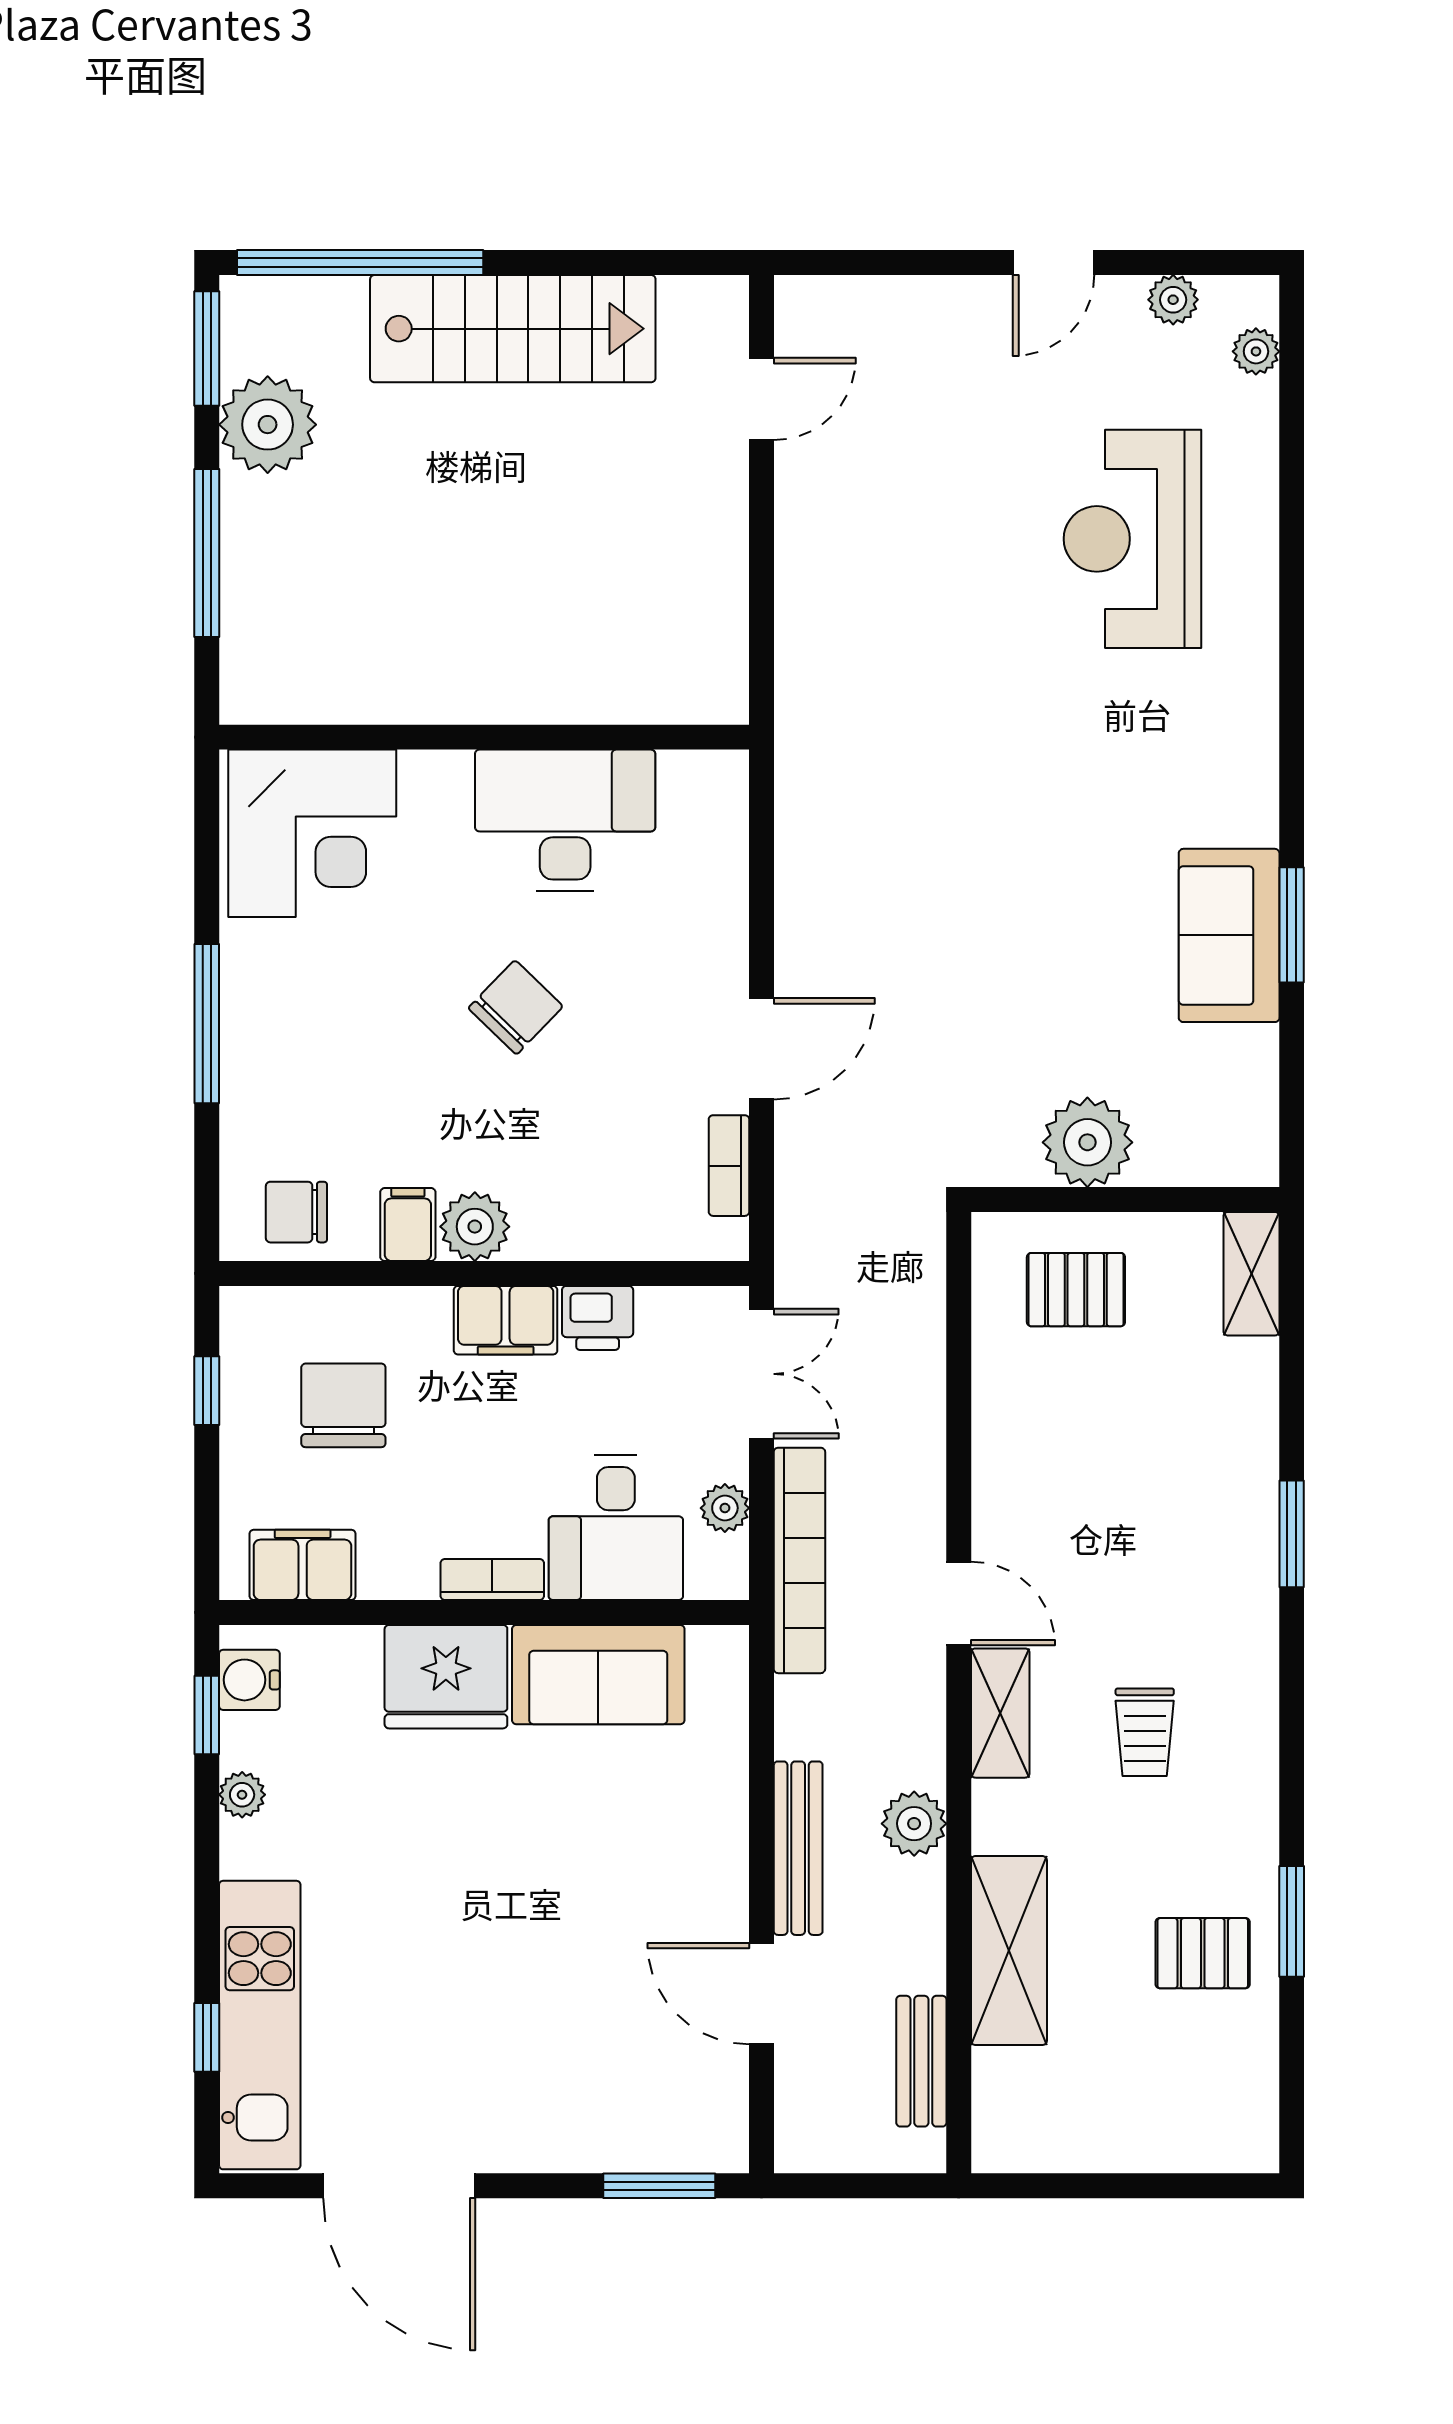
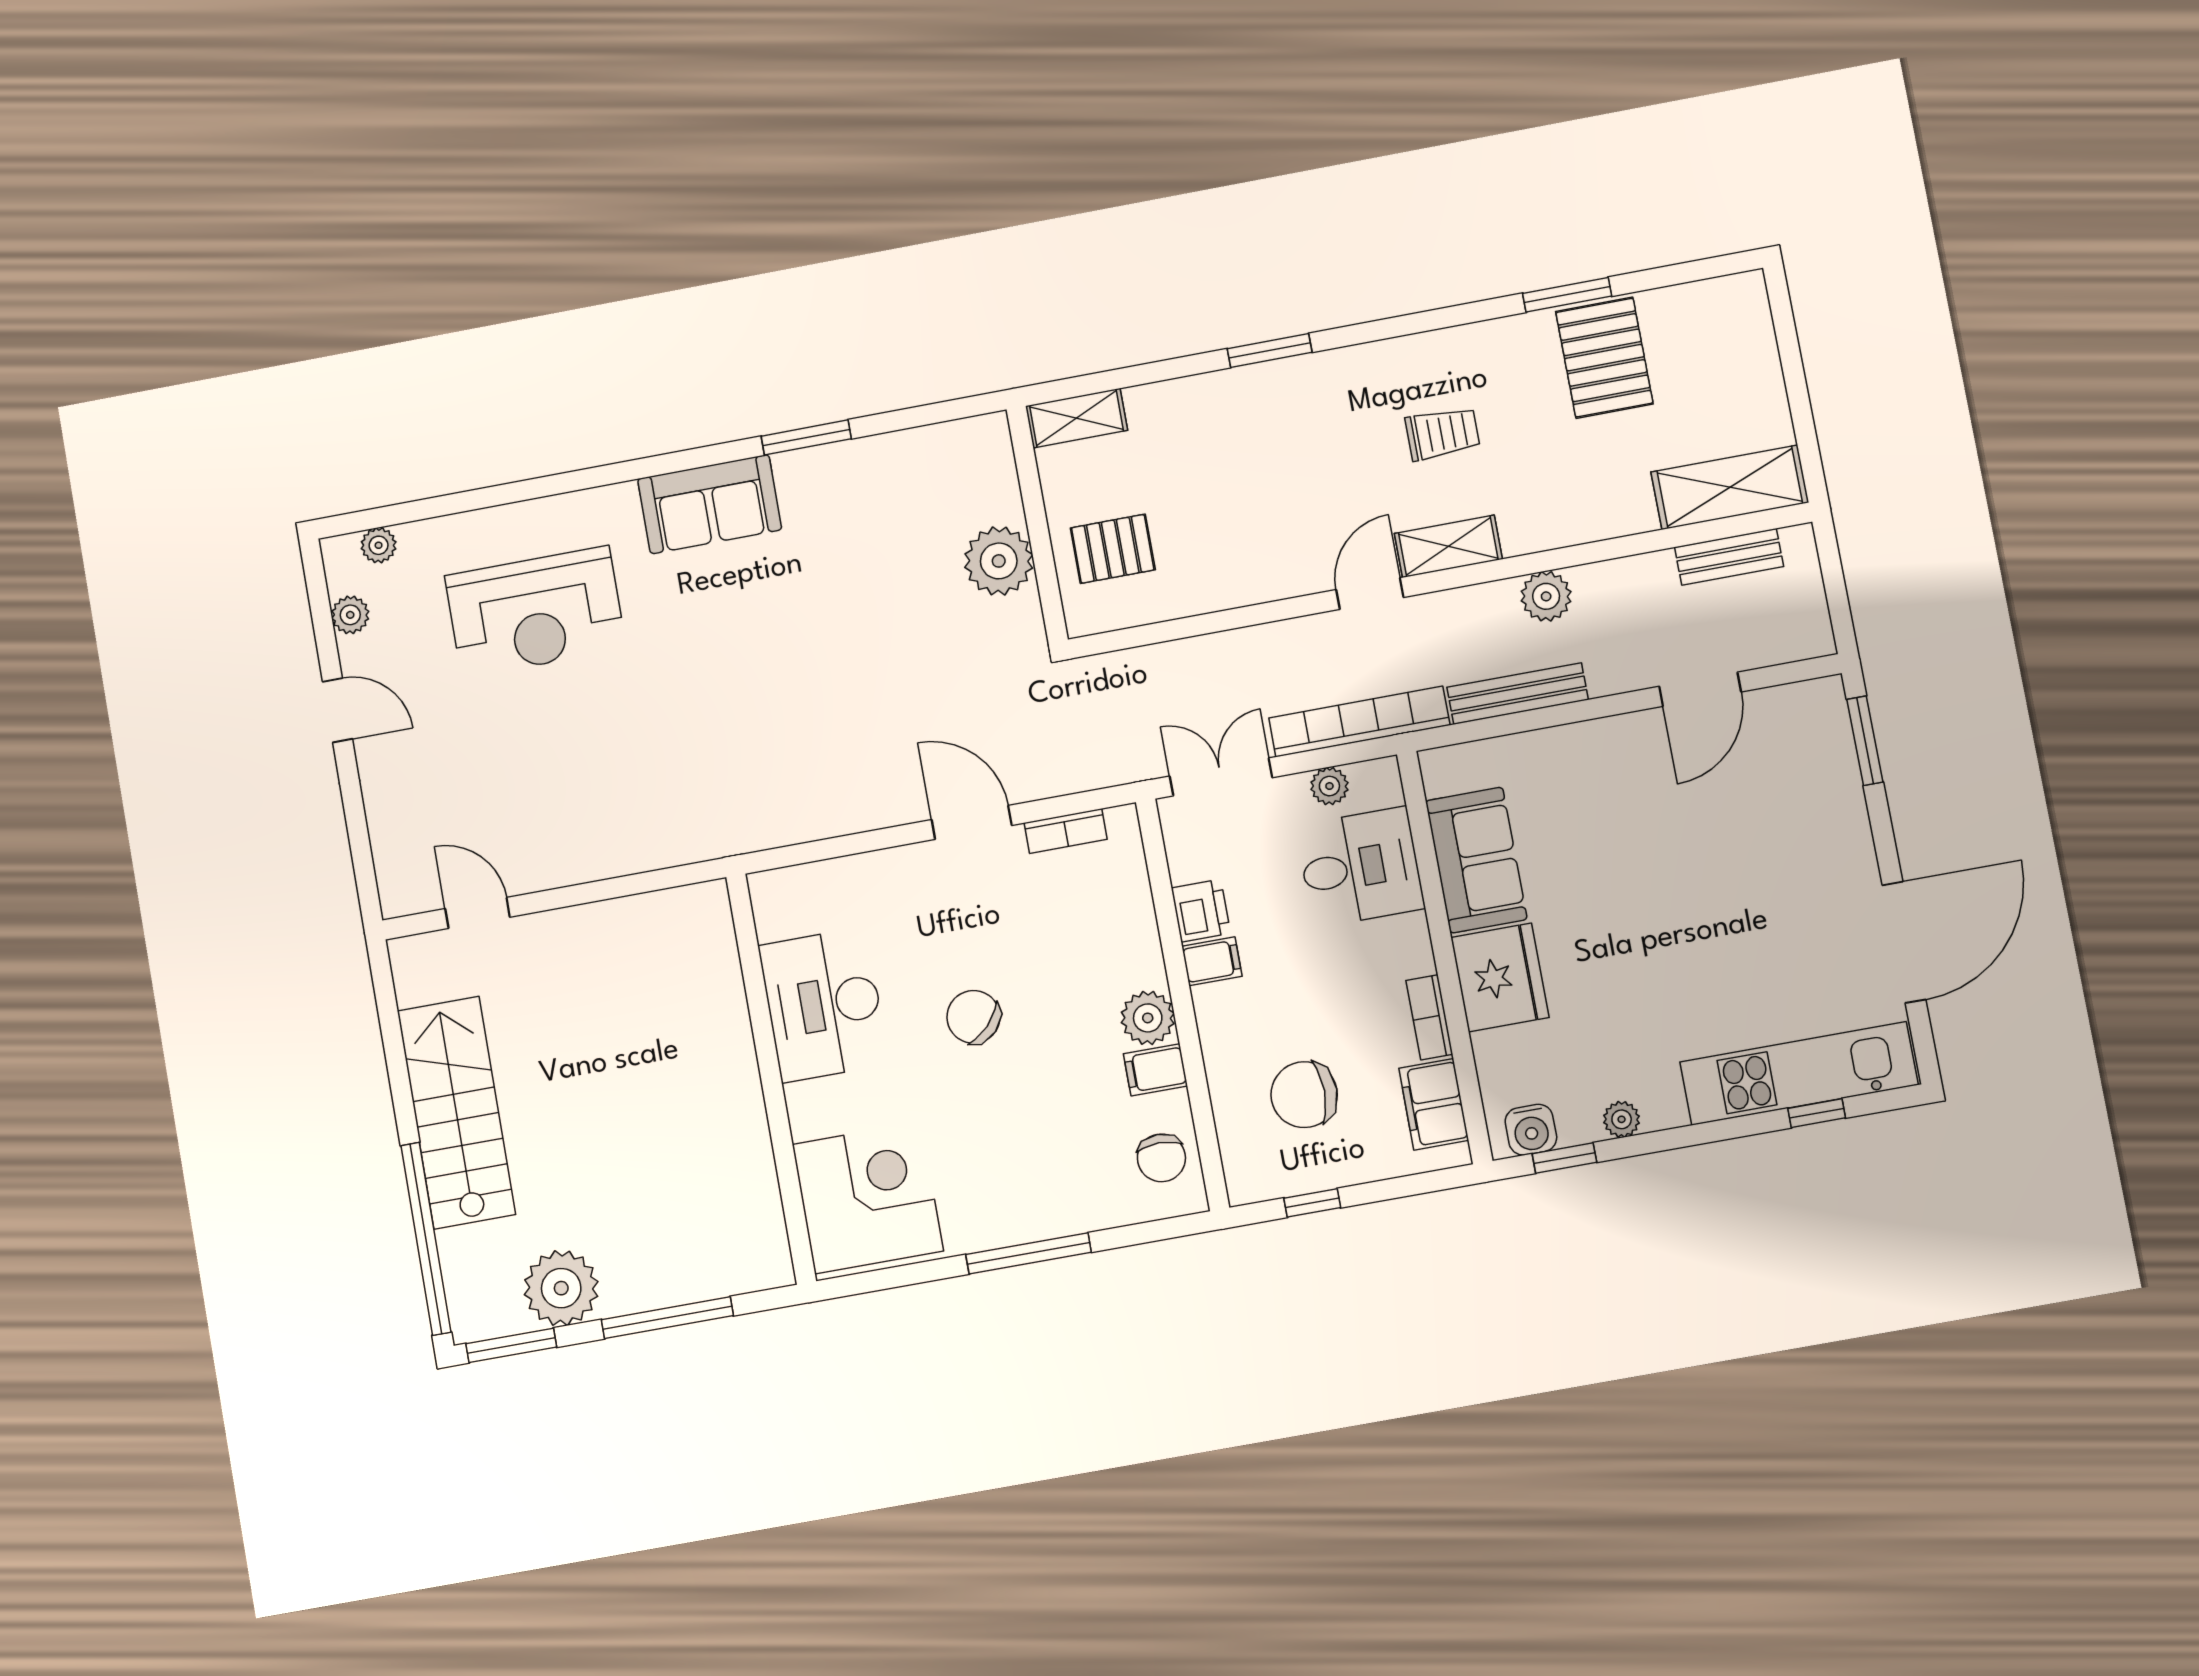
sofa: (1229, 935) -> (710, 504), moved
pallet: (1076, 1290) -> (1113, 549), turned 90
filing cabinet: (506, 1320) -> (1212, 961), width x0.50
bookcase: (492, 1579) -> (1429, 1017), moved
bench: (798, 1848) -> (1518, 694), moved
shelving: (1009, 1951) -> (1730, 487), moved
pallet: (1203, 1953) -> (1604, 358), width x1.50, depth x1.42

